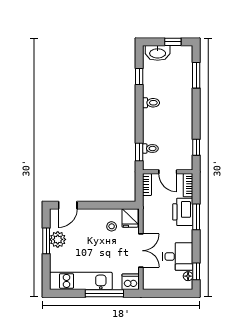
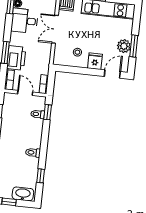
fridge: (130, 218) -> (95, 61), moved

